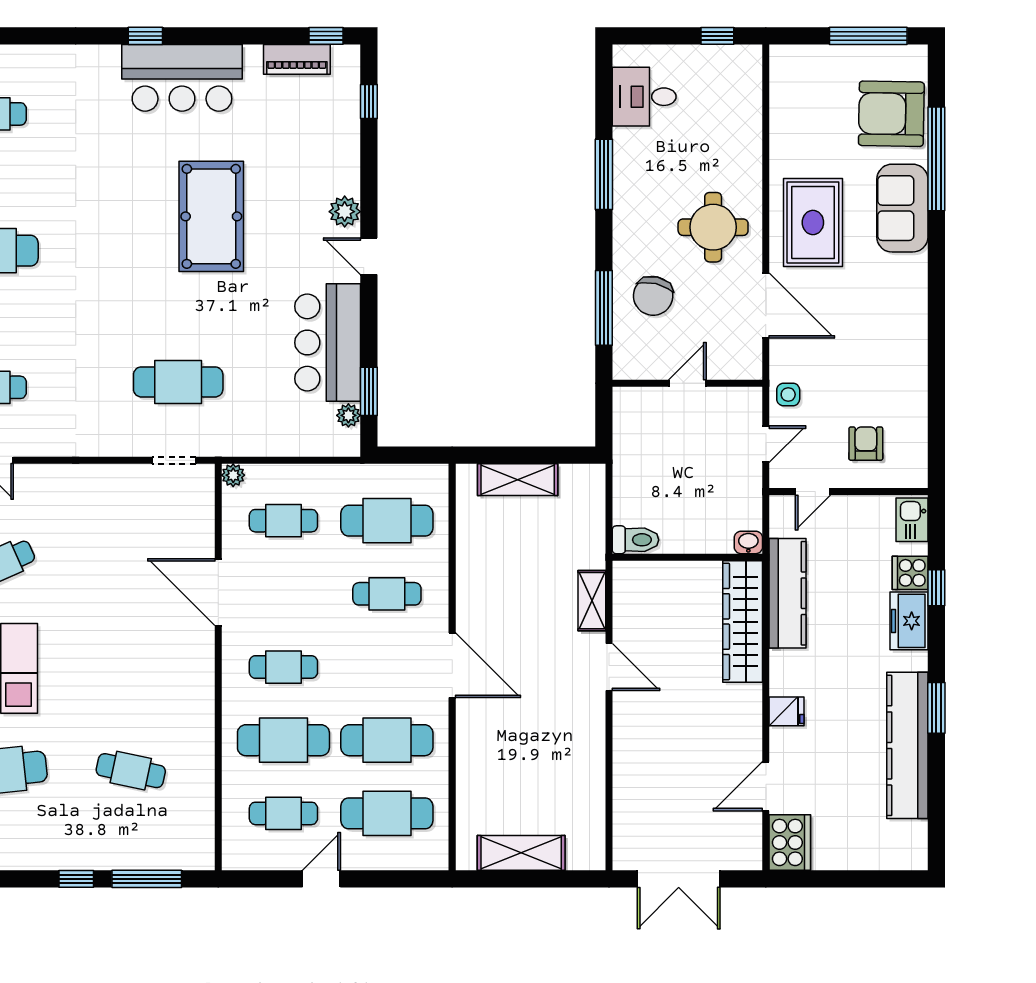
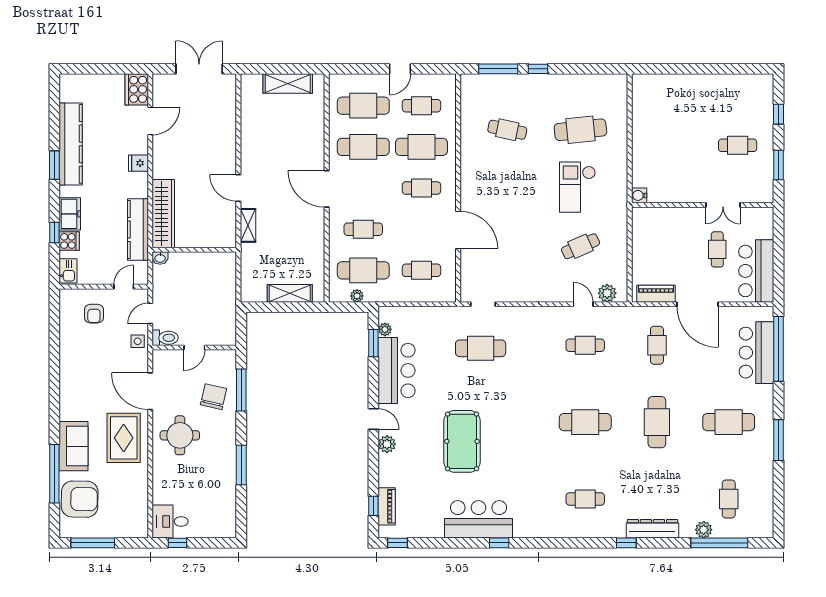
piano: (297, 59) -> (387, 506), moved, turned 90
desk: (644, 97) -> (170, 521), moved, turned 180
plant: (233, 475) -> (357, 296), moved
toilet: (635, 540) -> (165, 338), moved, turned 180

